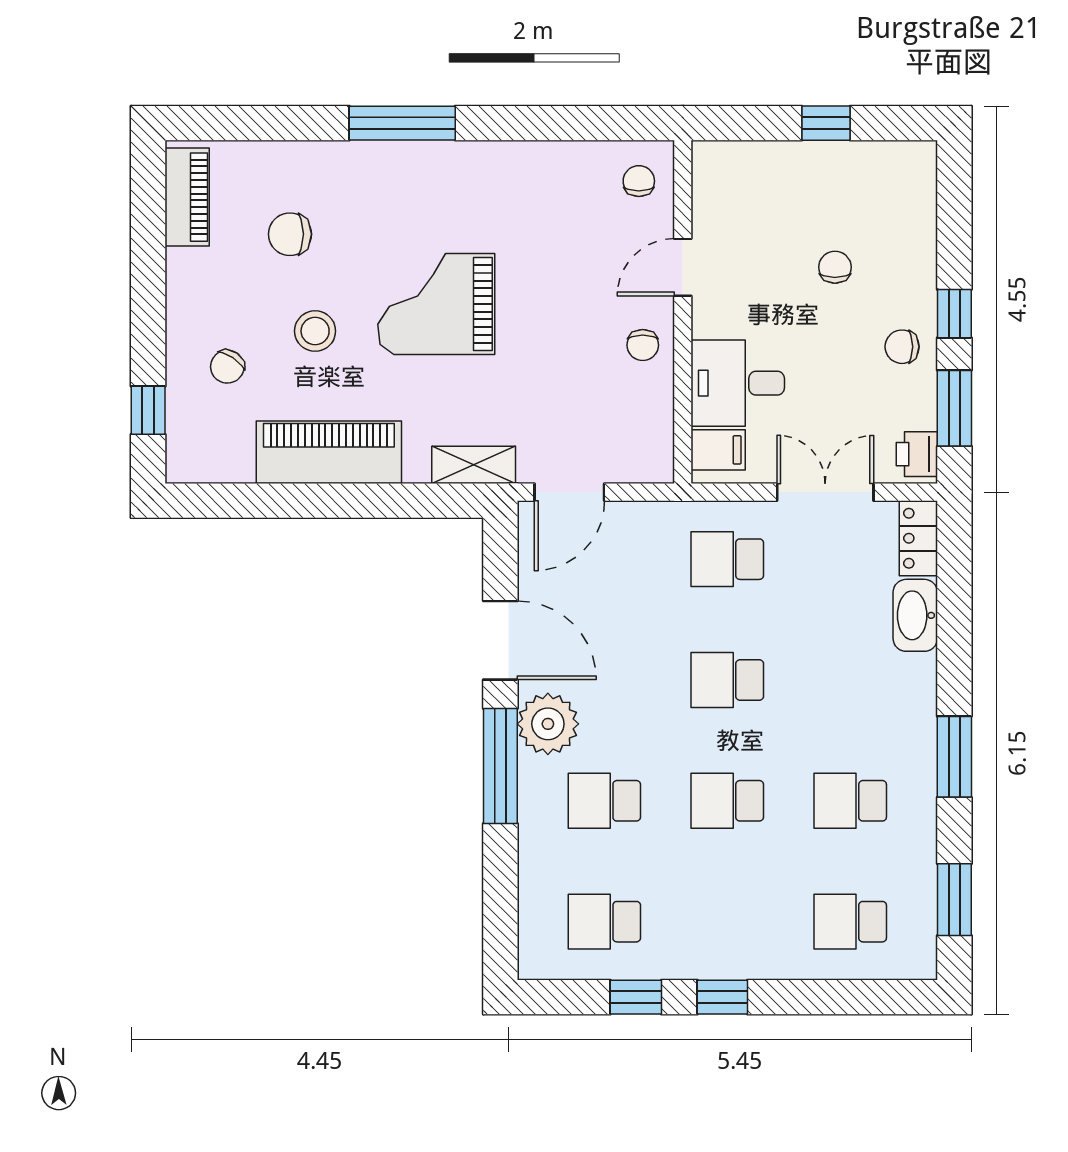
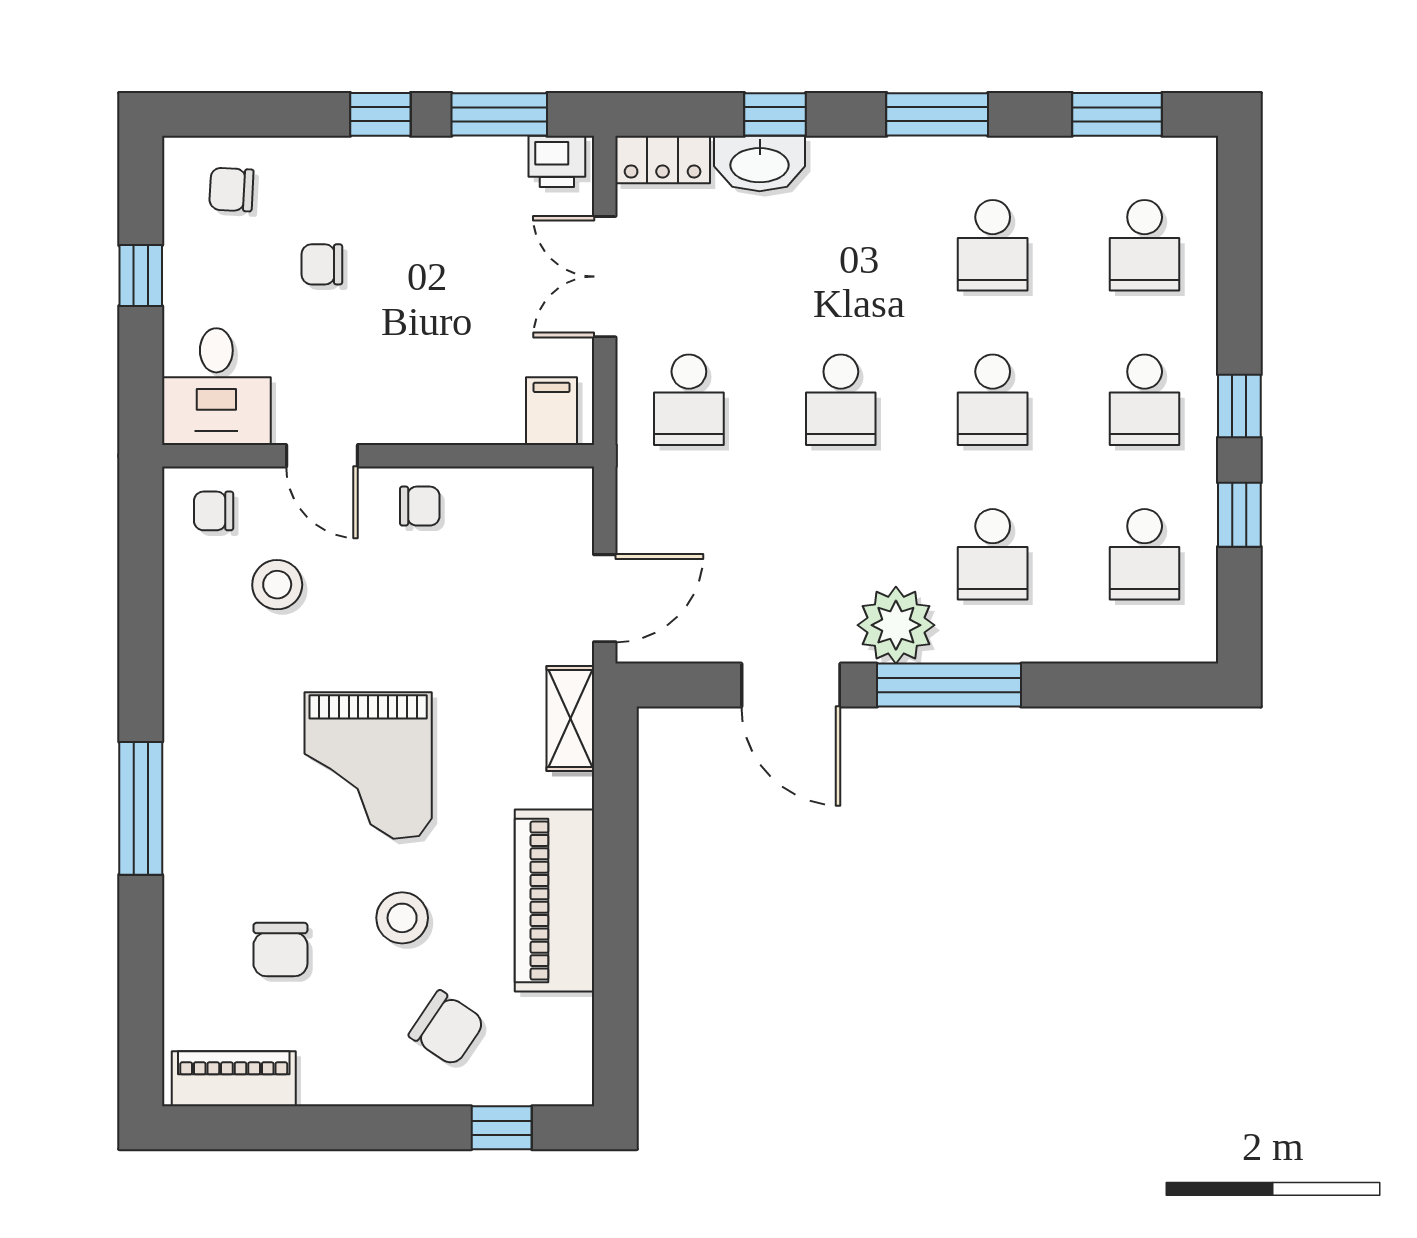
stool: (580, 232) -> (277, 585), added
chair: (902, 347) -> (231, 189), moved, turned 93
chair: (227, 367) -> (447, 1028), width x1.37, depth x1.37
desk: (738, 383) -> (216, 387), moved
door: (569, 492) -> (605, 598), hinge flipped
window: (954, 628) -> (775, 114), added
door: (500, 640) -> (791, 685), swing flipped
school desk: (727, 922) -> (1145, 400), added

